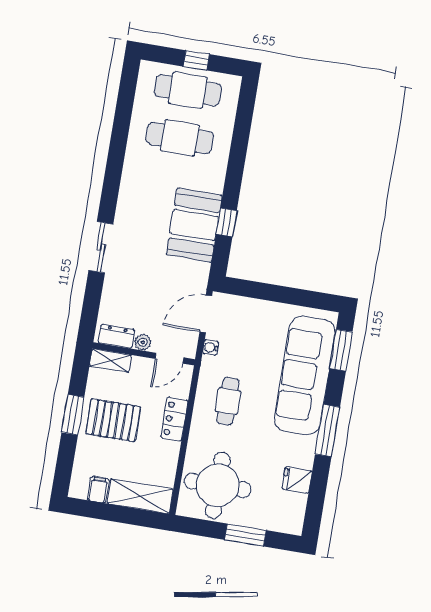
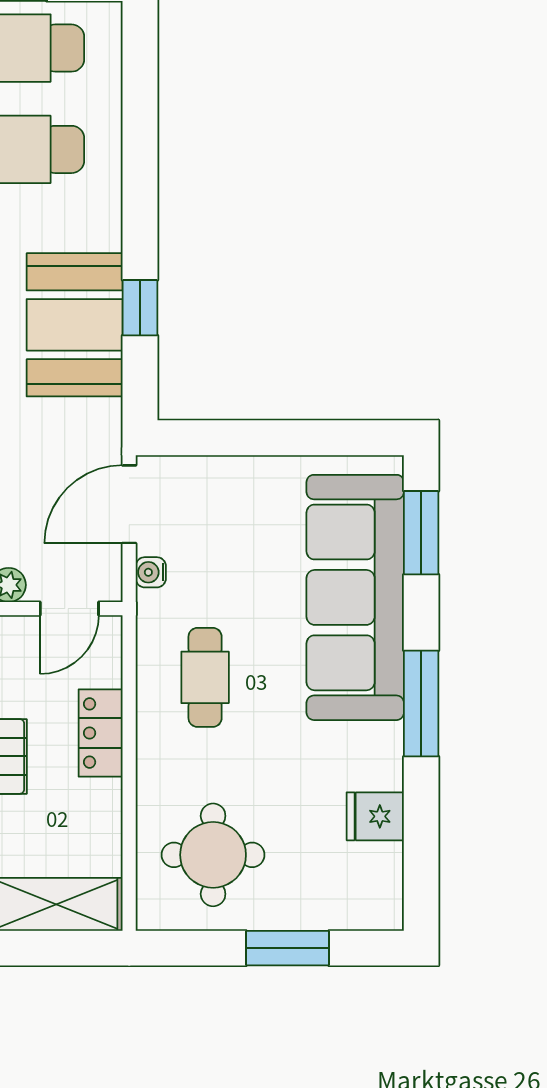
round table: (218, 485) -> (213, 855), width x0.73, depth x0.73

